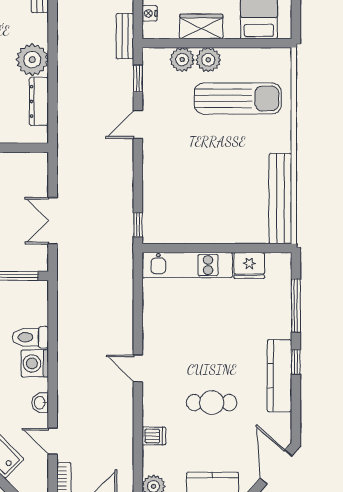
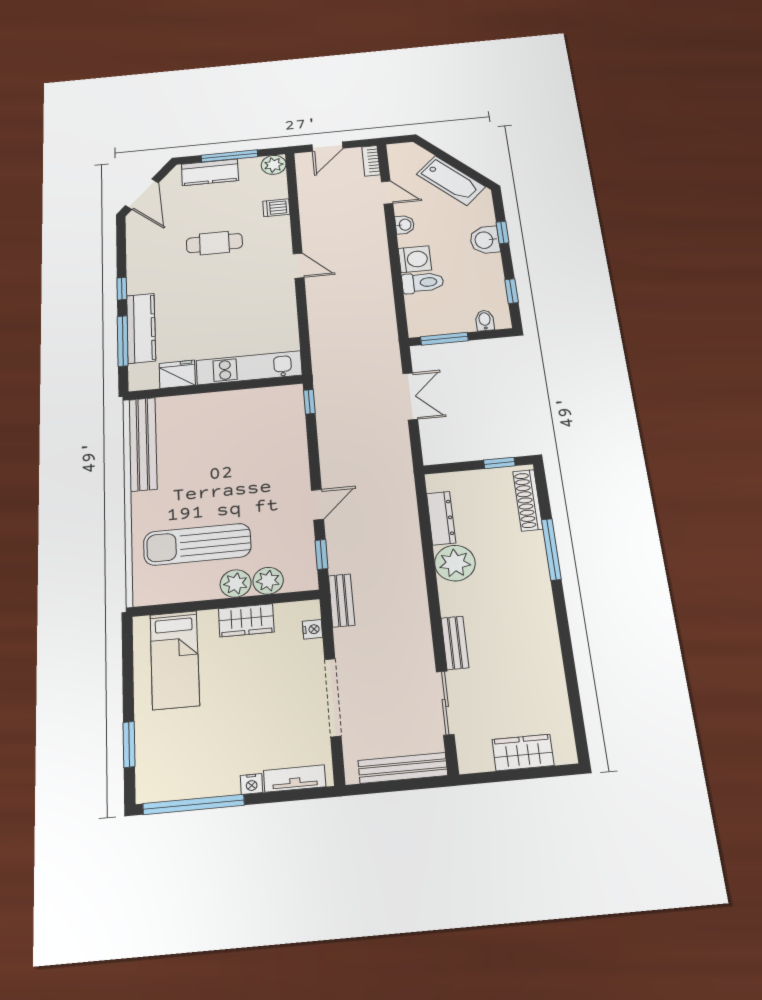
kitchen counter: (279, 376) -> (141, 328), moved

